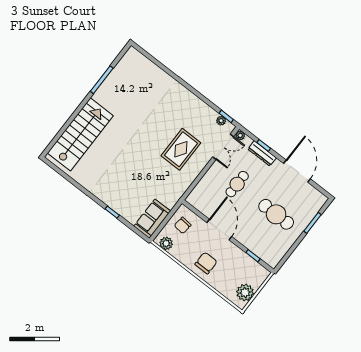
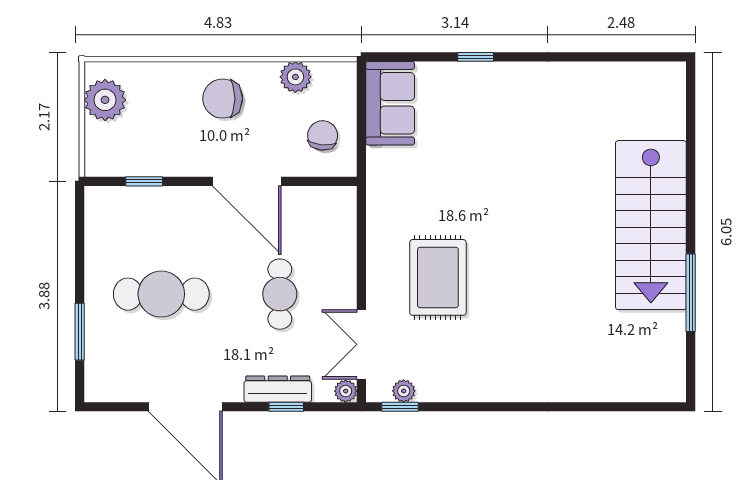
stairs: (80, 134) -> (651, 225), moved
plant: (166, 243) -> (295, 77), moved
chair: (206, 263) -> (223, 99), turned 90

